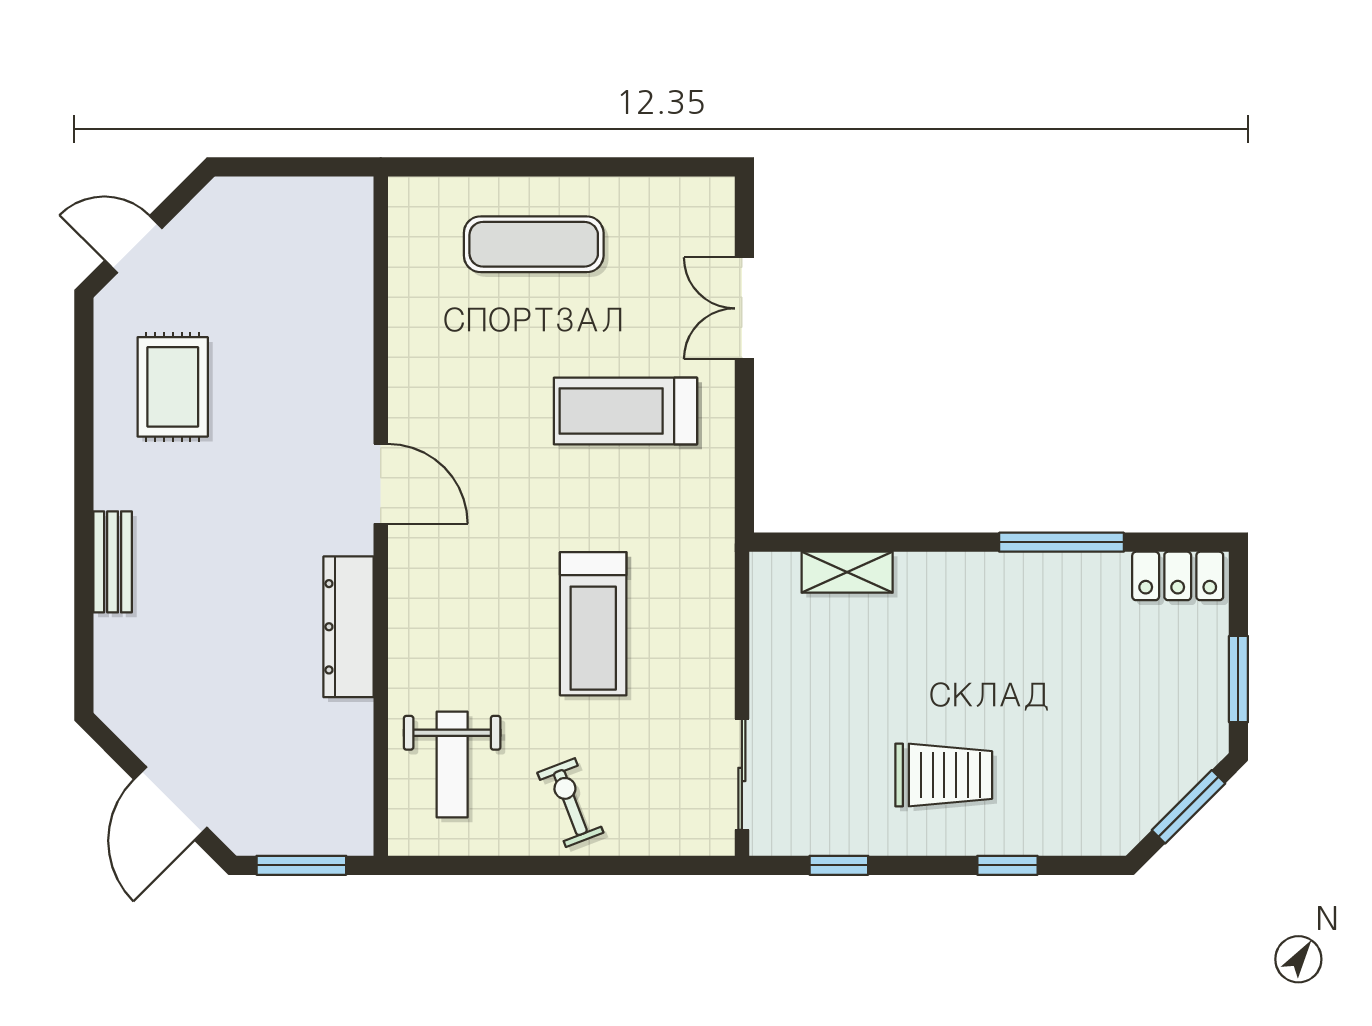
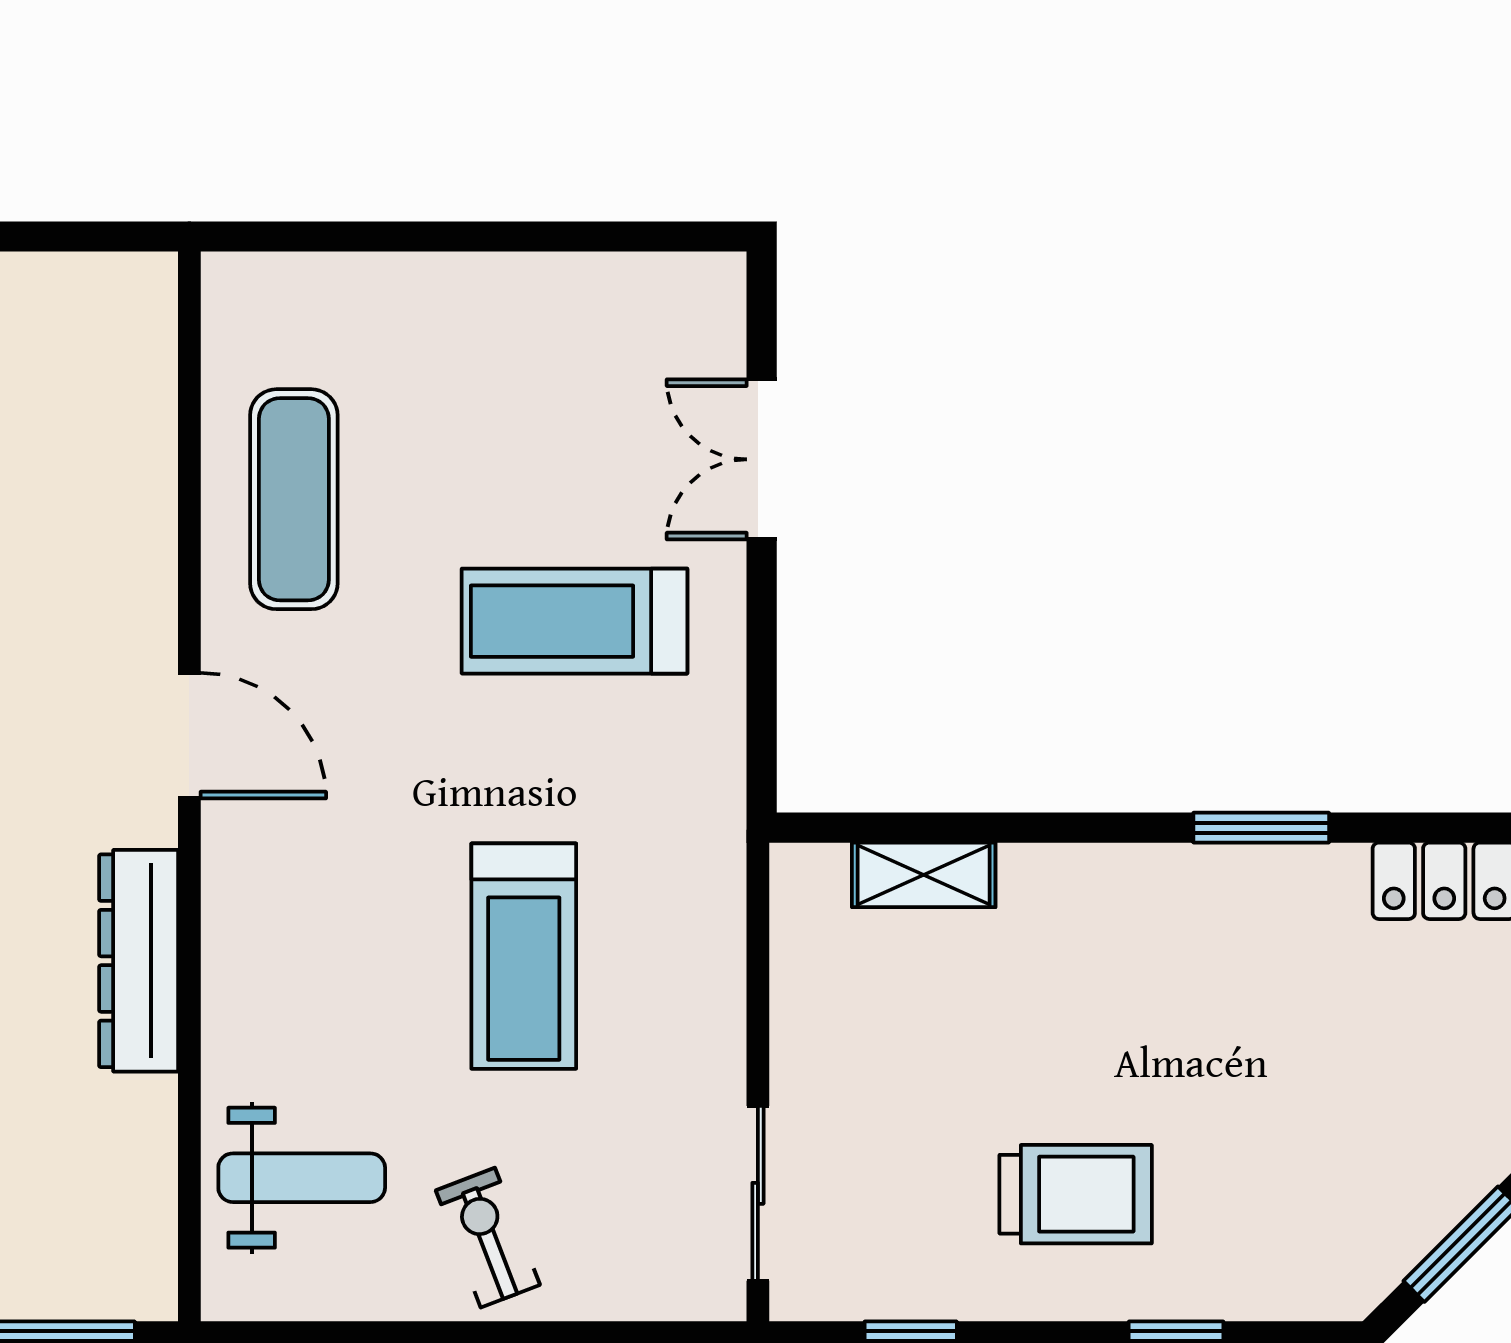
exercise mat: (534, 244) -> (294, 499), moved, turned 90
window: (1062, 542) -> (1261, 828), width x0.69
weight bench: (452, 765) -> (302, 1178), turned -90

